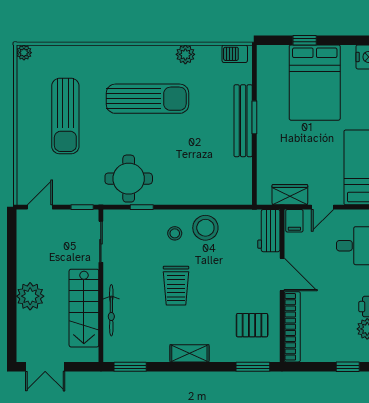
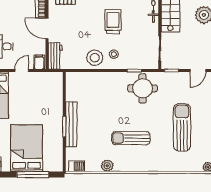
window: (305, 40) -> (33, 175), width x2.17
sun lounger: (147, 99) -> (131, 138), width x0.73, depth x0.75
wardrobe: (290, 195) -> (42, 78), removed

